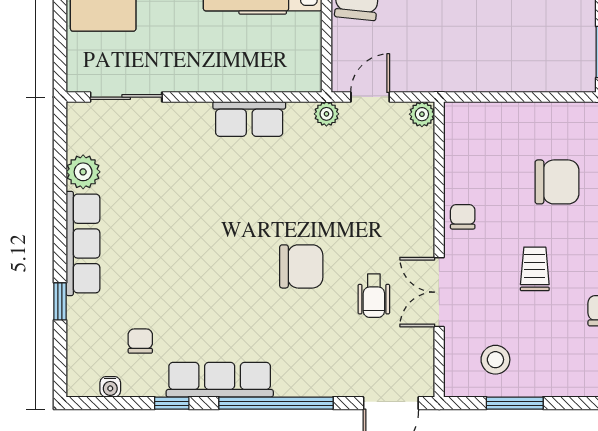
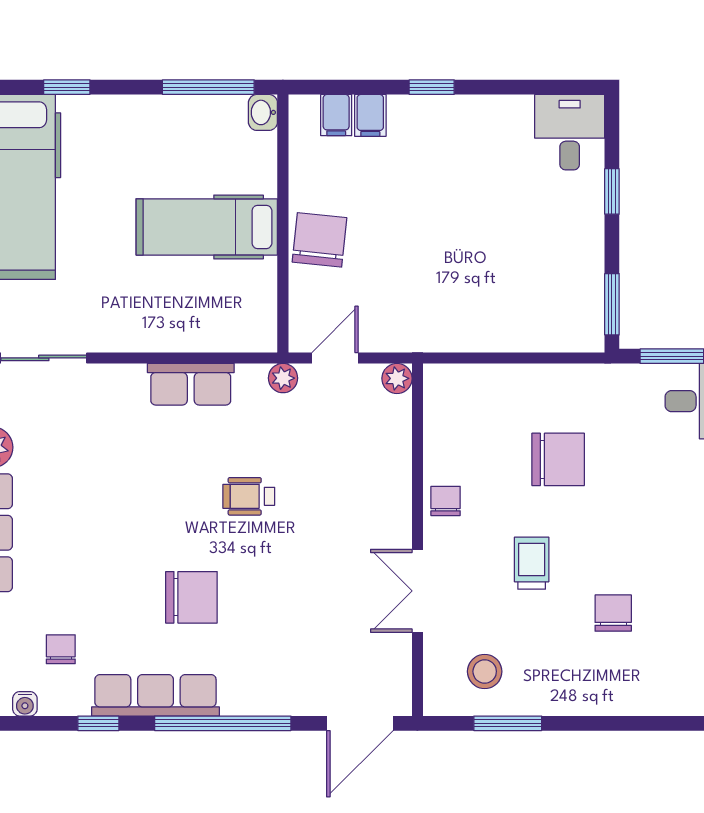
chair: (301, 266) -> (191, 597), moved
wheelchair: (374, 296) -> (249, 496), moved, turned 90

